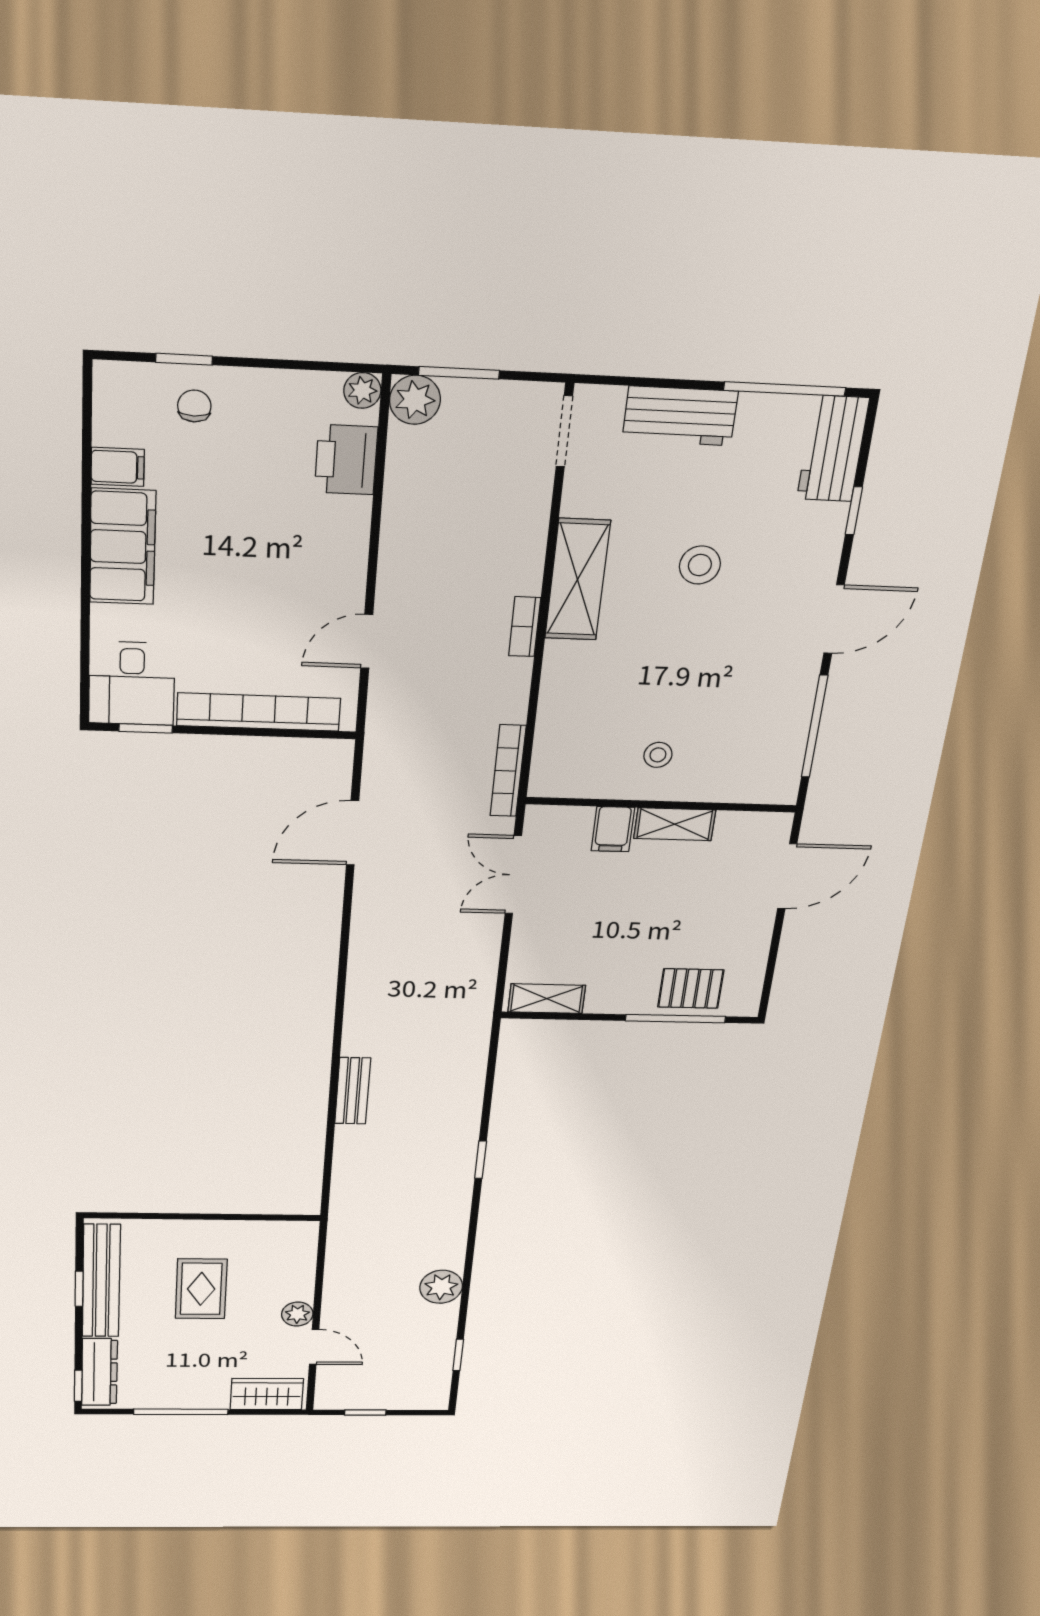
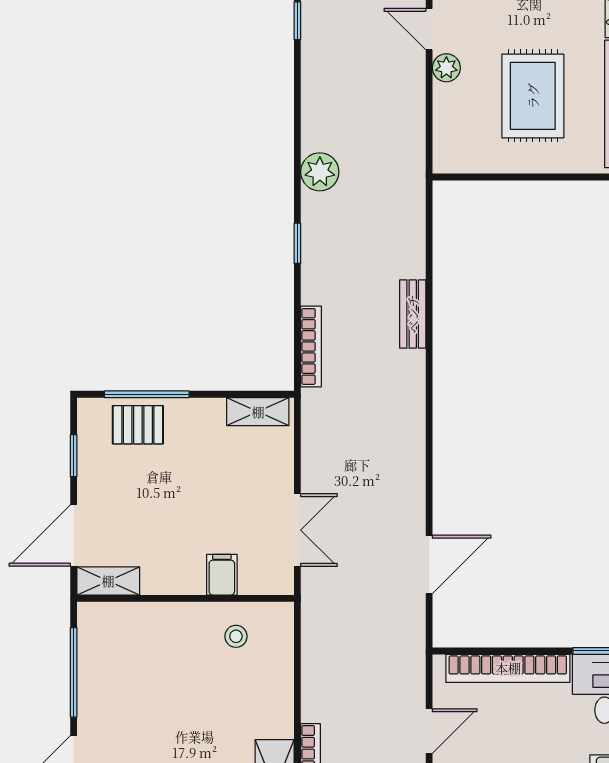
stool: (658, 755) -> (236, 636), moved
bookcase: (508, 771) -> (311, 346), moved
shelving: (675, 824) -> (108, 581), moved
window: (772, 959) -> (74, 456), added
plant: (441, 1287) -> (320, 172), moved
rug: (201, 1289) -> (533, 96), width x1.36, depth x1.43

